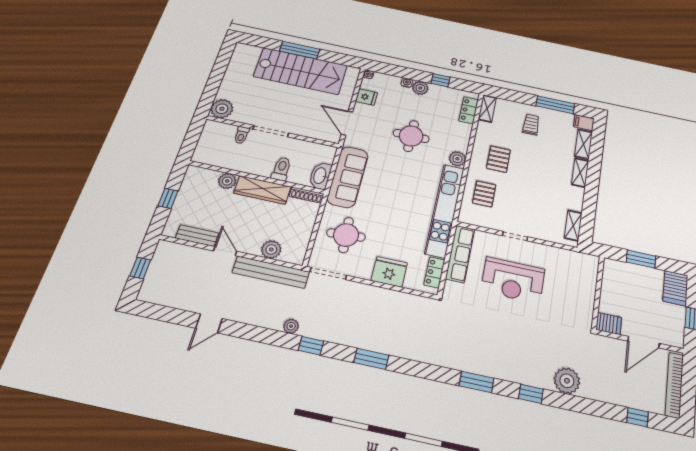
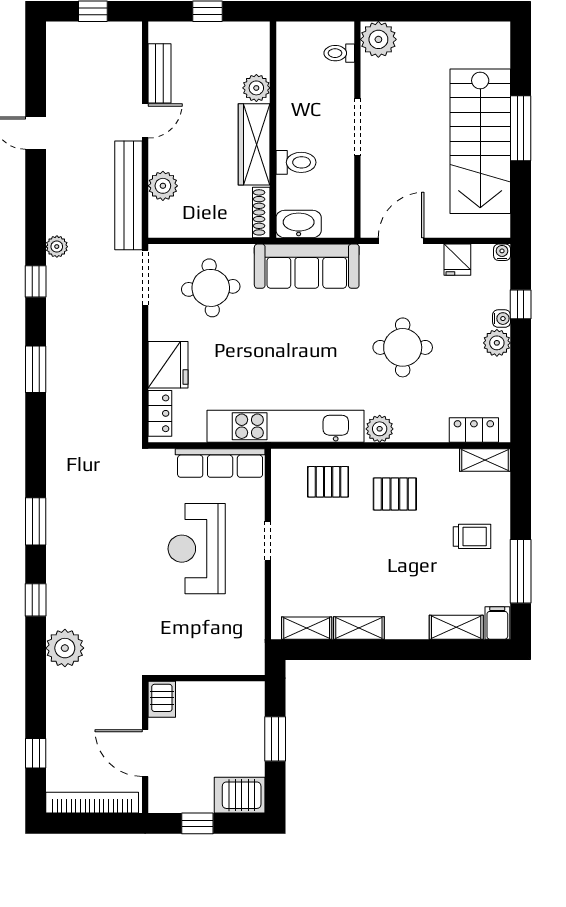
window: (441, 80) -> (521, 304), moved
toilet: (242, 135) -> (339, 53), moved
shelving: (580, 173) -> (359, 628), moved
locker: (434, 272) -> (160, 413), moved, turned 90

